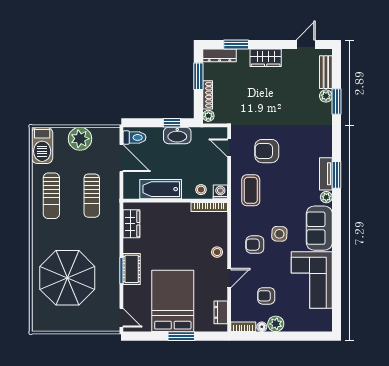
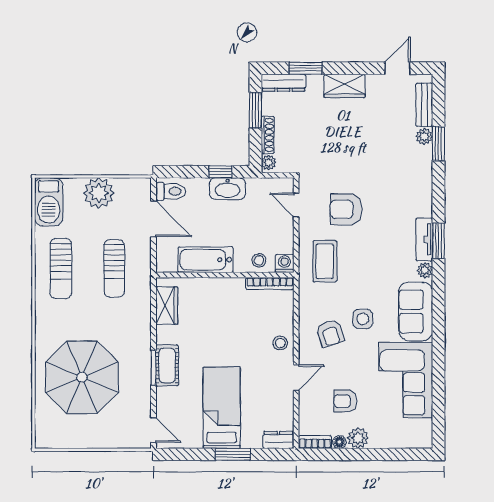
armchair: (255, 245) -> (330, 333), turned -108
bed: (173, 301) -> (222, 408), width x0.67
dresser: (221, 312) -> (278, 440), moved, turned 90

